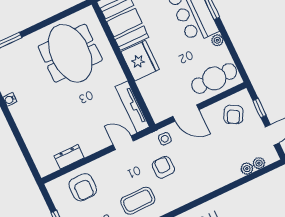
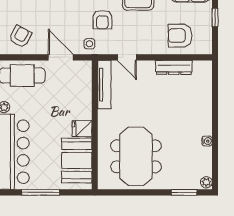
fridge: (140, 61) -> (82, 129), width x0.53, depth x0.75
dresser: (69, 157) -> (174, 67), width x1.44
armchair: (83, 187) -> (180, 36), turned -90

